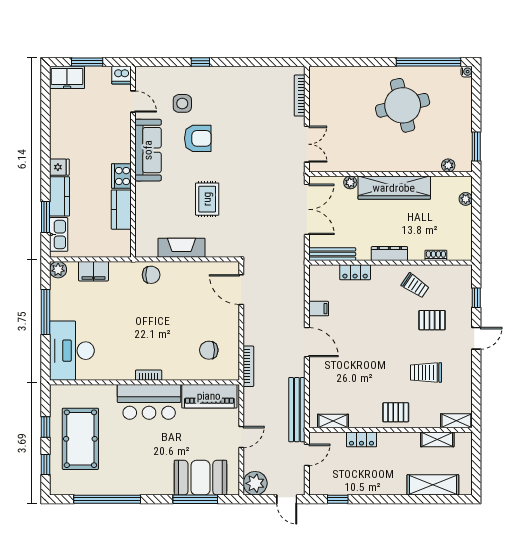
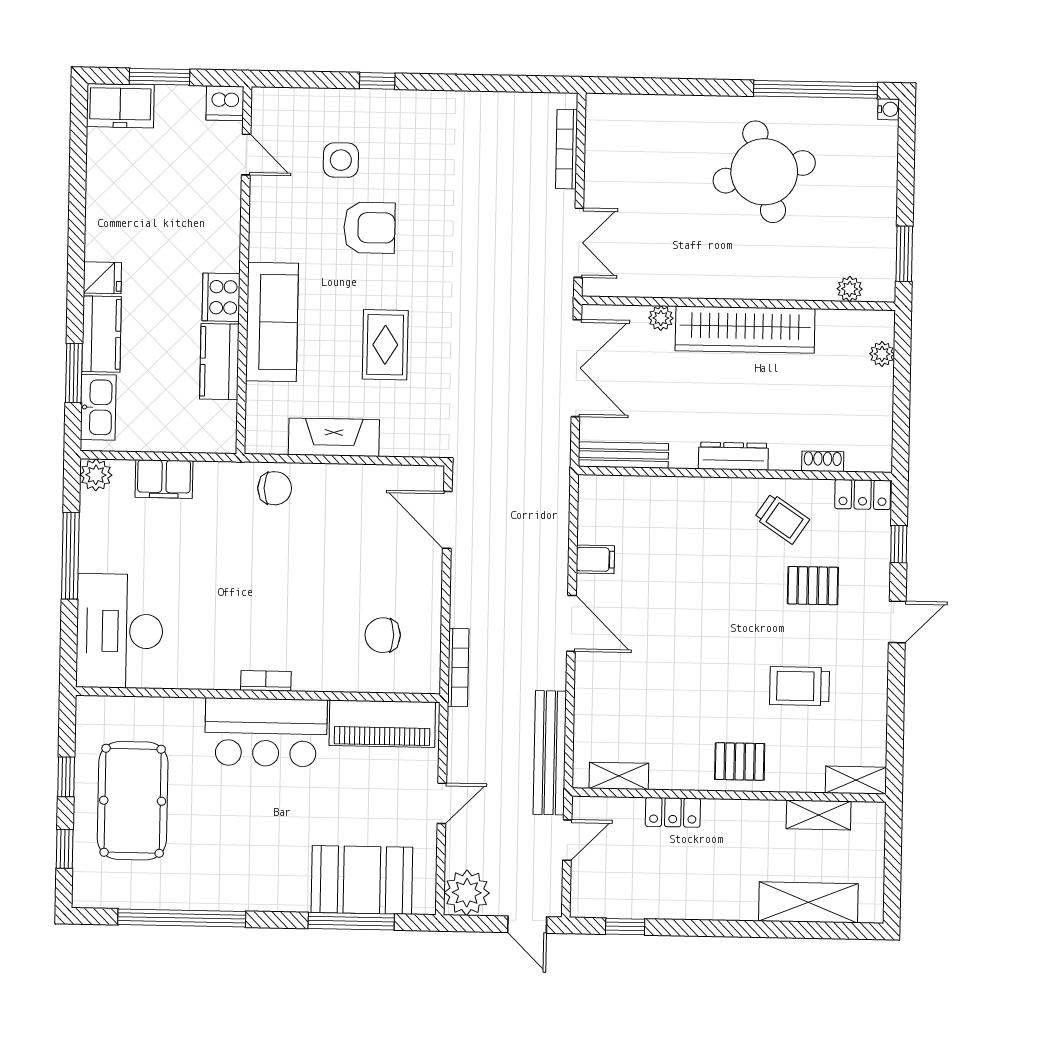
sofa: (148, 150) -> (272, 322), moved
locker: (355, 272) -> (863, 495), moved

